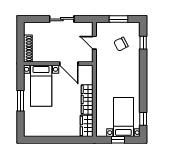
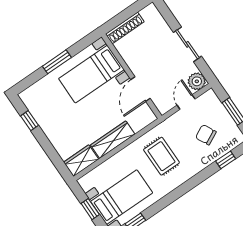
plant: (87, 28) -> (197, 81), added
rug: (116, 78) -> (161, 156), added
window: (43, 140) -> (29, 121), added

